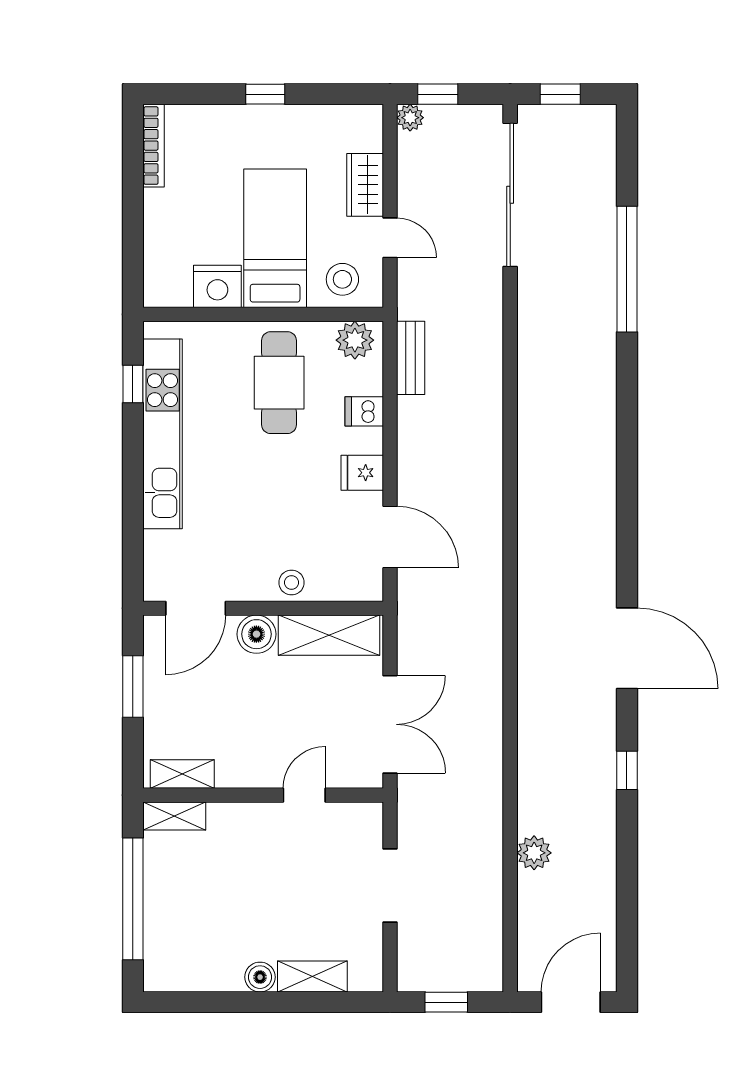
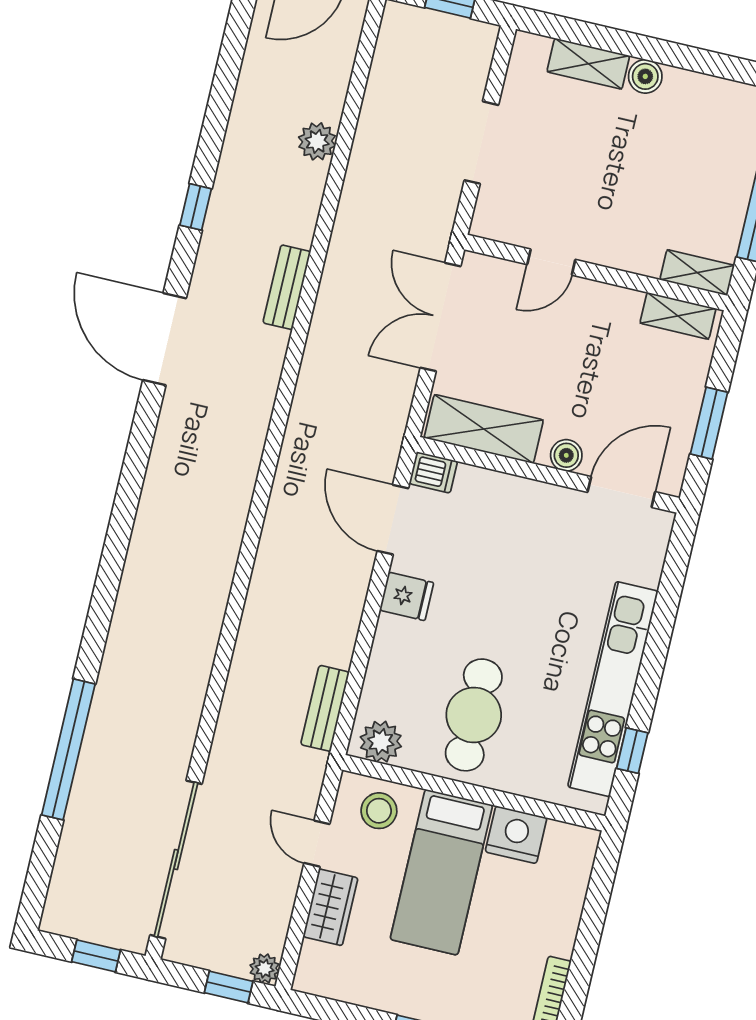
dishwasher: (364, 411) -> (433, 472), moved
stool: (292, 582) -> (511, 495), removed
boiler: (256, 634) -> (566, 455), width x0.73, depth x0.73
bench: (531, 719) -> (287, 287), added

